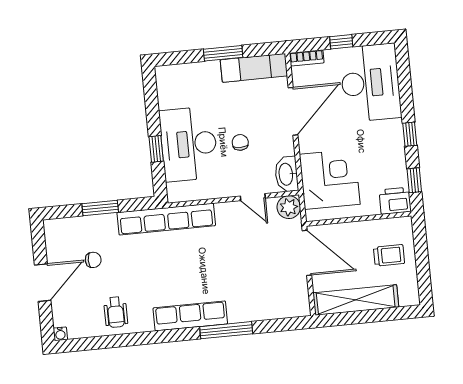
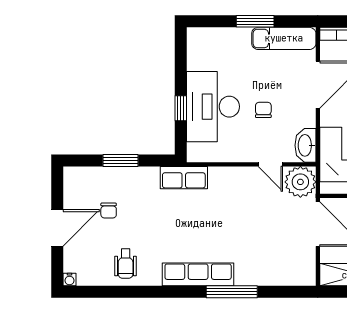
plant: (289, 207) -> (300, 182), width x1.36, depth x1.36
row of seats: (166, 219) -> (184, 178), width x0.50
chair: (93, 260) -> (109, 211), turned 90

